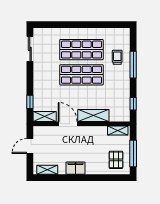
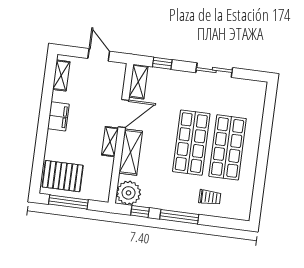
sliding door: (30, 49) -> (214, 70), moved
window: (133, 65) -> (179, 217), moved
plant: (122, 113) -> (129, 193), added
shelving: (118, 130) -> (110, 142), moved
pallet: (116, 160) -> (63, 176), width x1.50, depth x1.42

